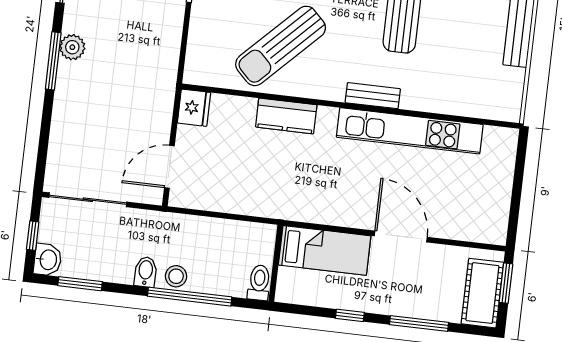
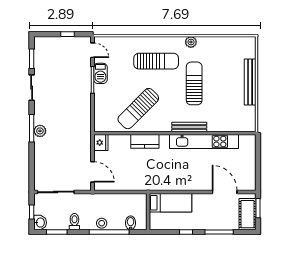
plant: (72, 47) -> (40, 131), moved
bench: (373, 96) -> (189, 127), width x1.36
door: (169, 167) -> (92, 172), swing flipped
door: (401, 236) -> (225, 192), moved
bidet: (146, 272) -> (131, 223), moved
toilet: (259, 283) -> (74, 222), moved

